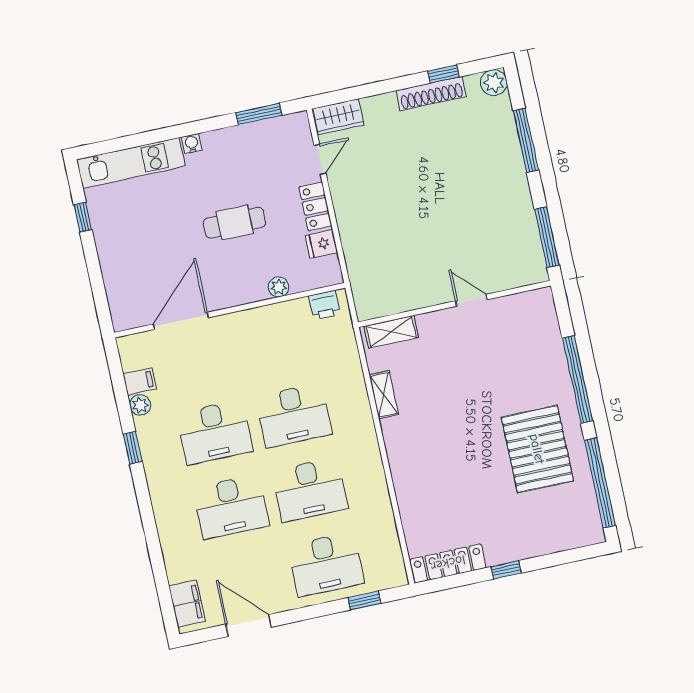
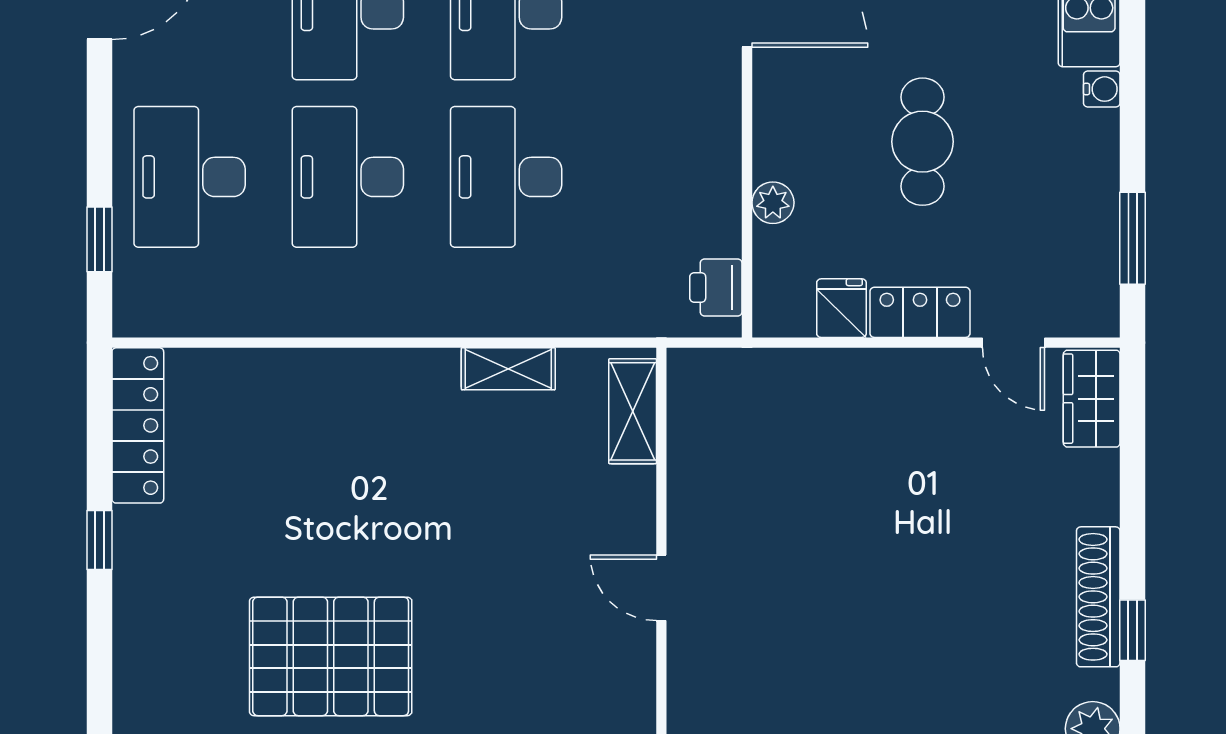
door: (471, 300) -> (661, 588), swing flipped

